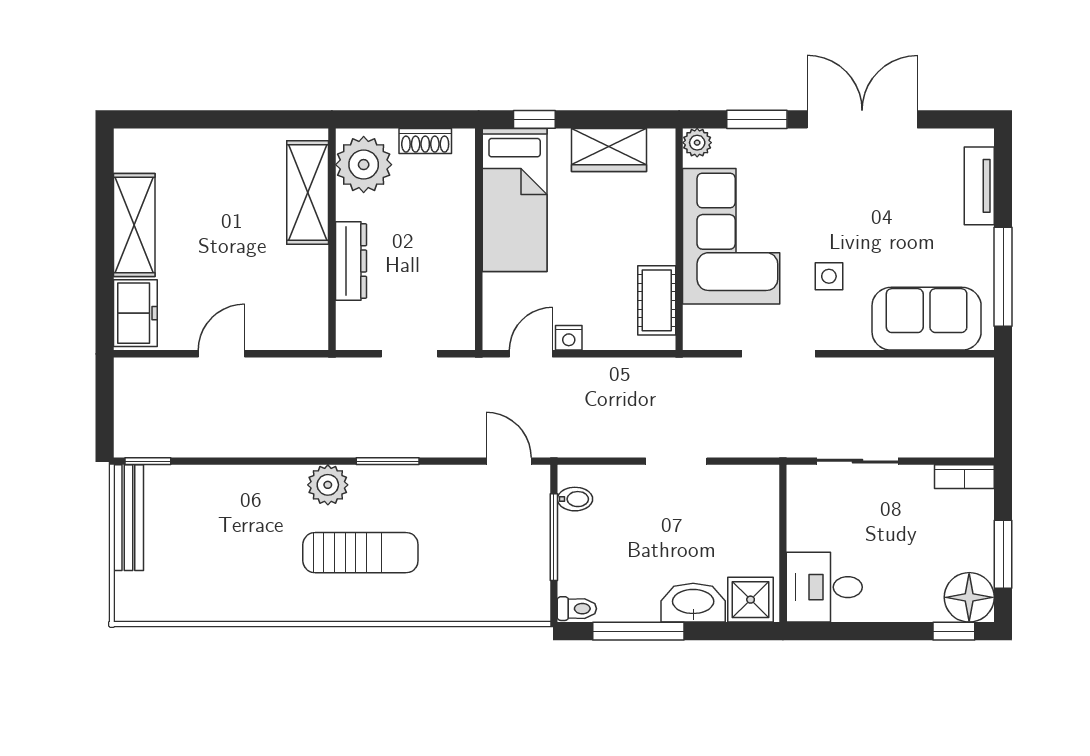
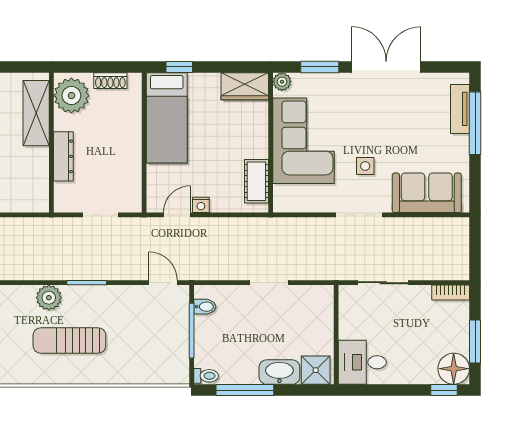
wardrobe: (609, 150) -> (245, 86), moved
window: (1003, 277) -> (475, 123), moved
doorway: (779, 354) -> (359, 215), moved
sun lounger: (360, 553) -> (69, 340), turned 180

